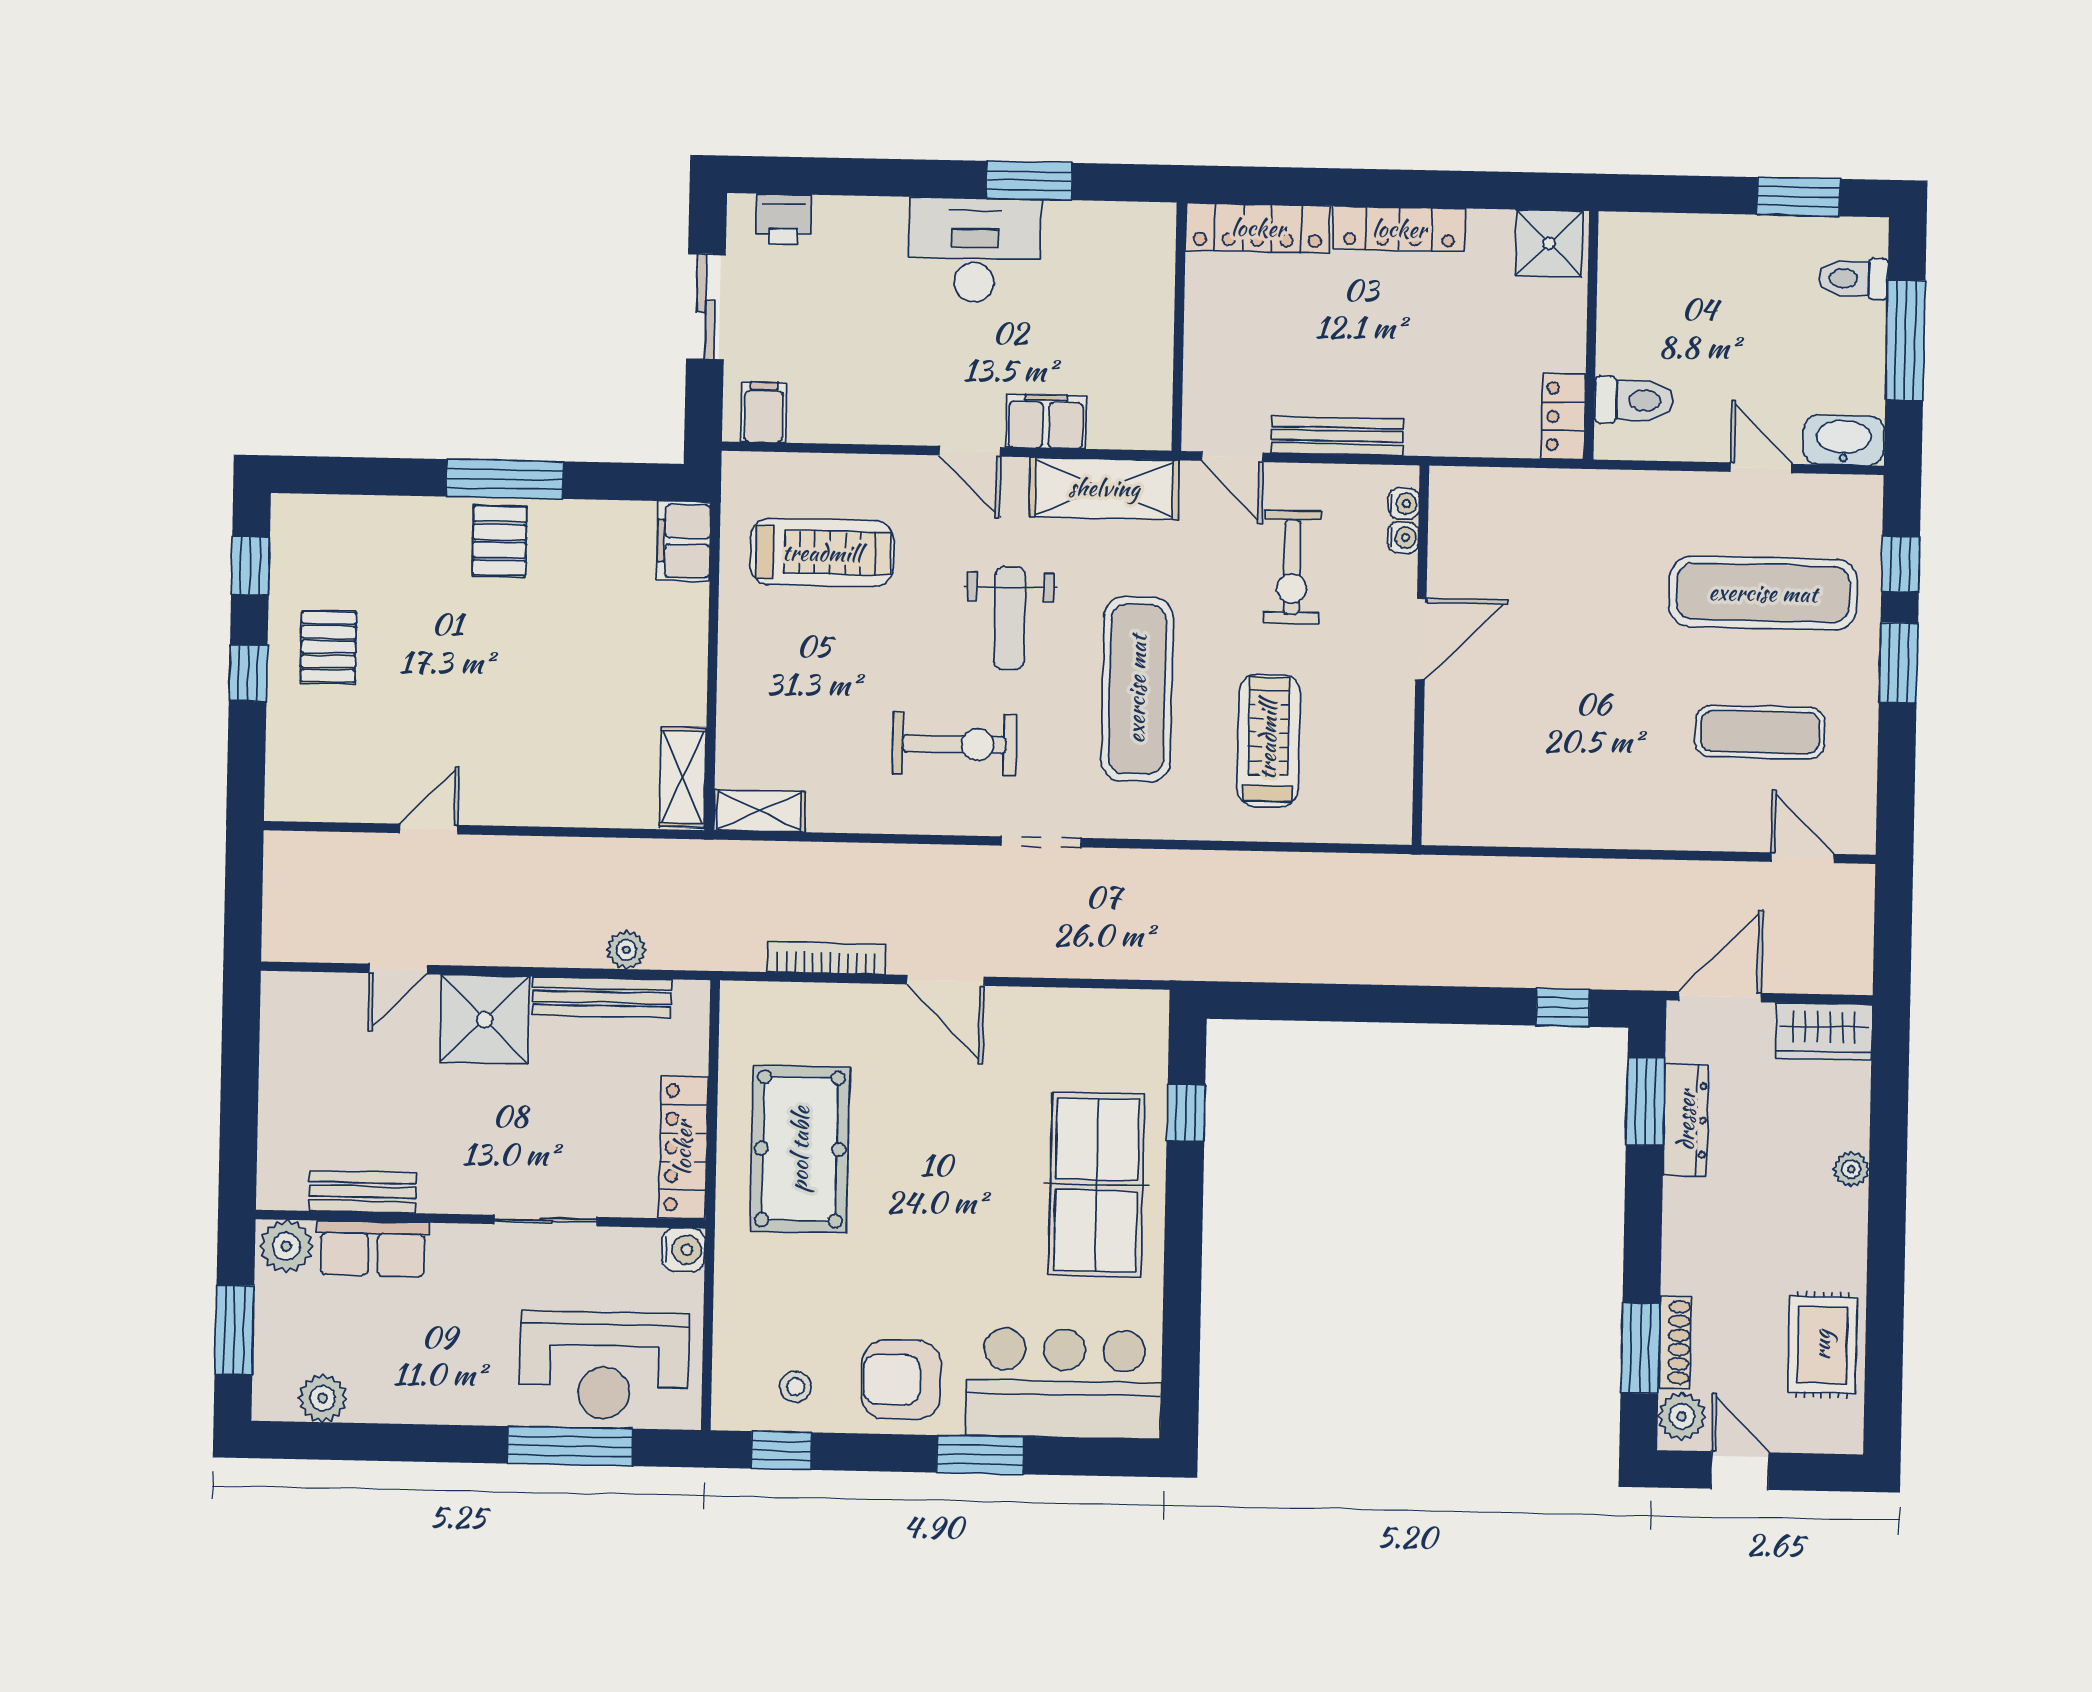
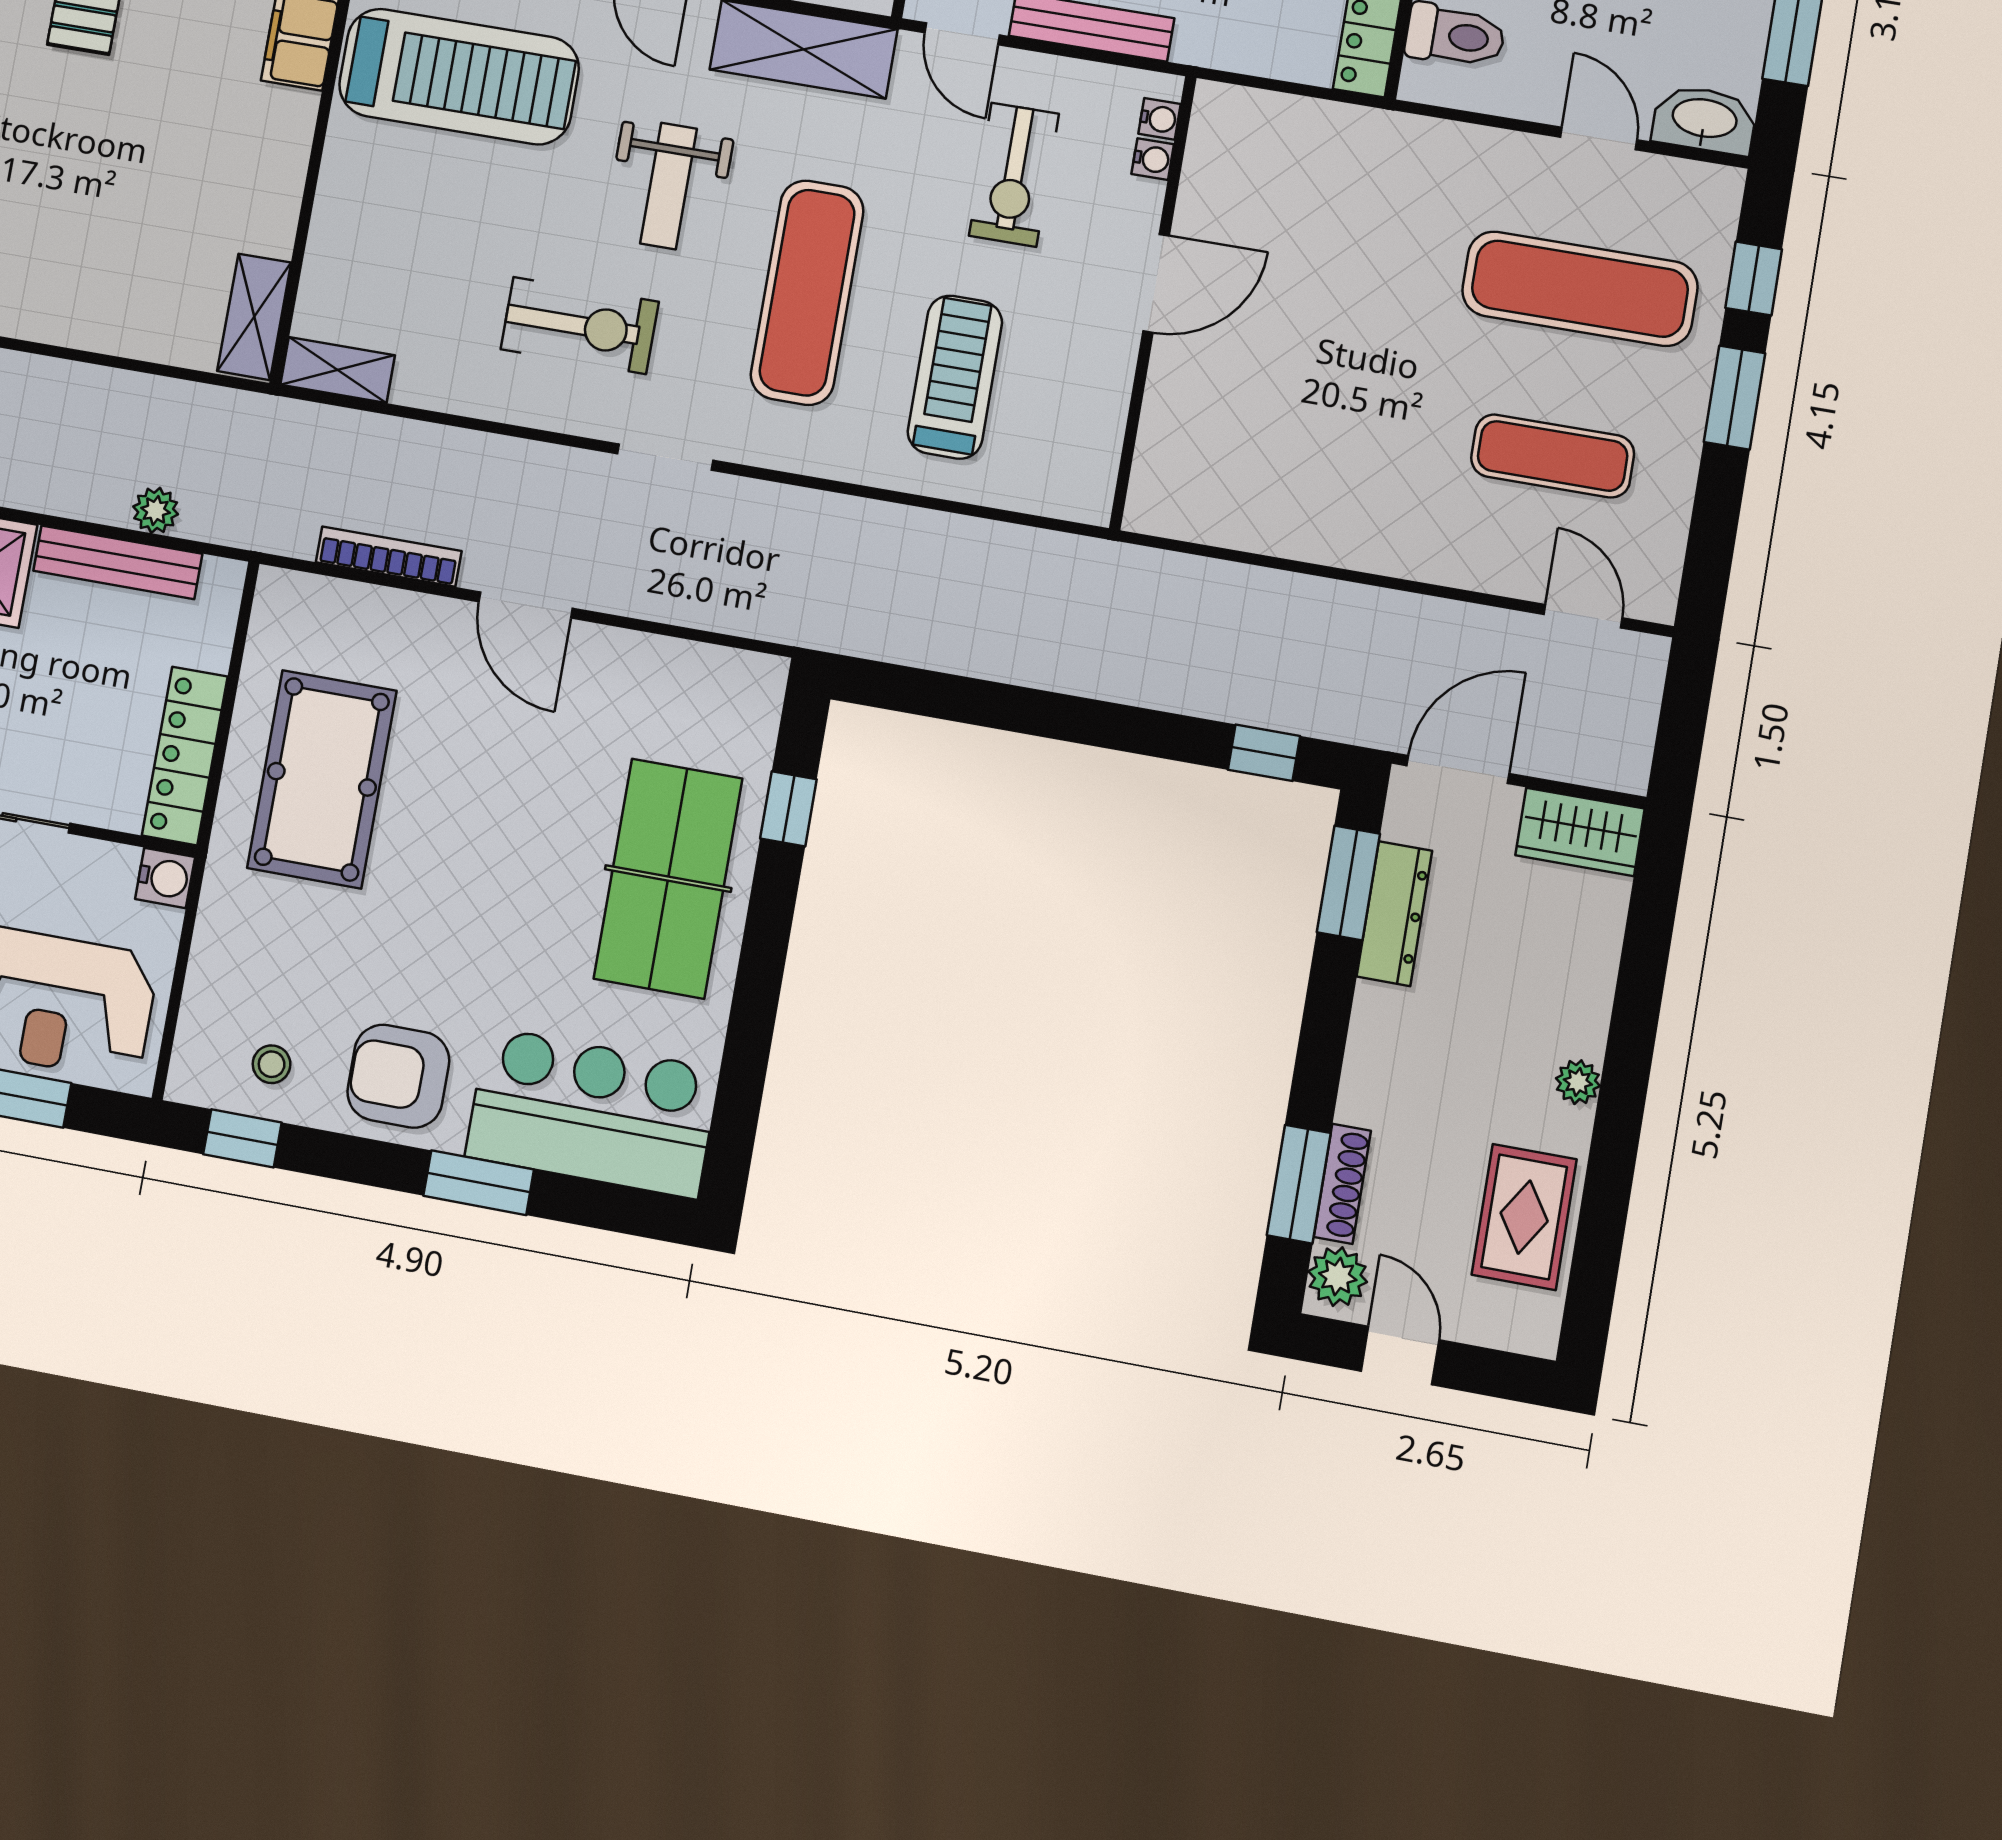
treadmill: (822, 553) -> (459, 77), width x1.37, depth x1.38
plant: (1851, 1169) -> (1578, 1082), moved

